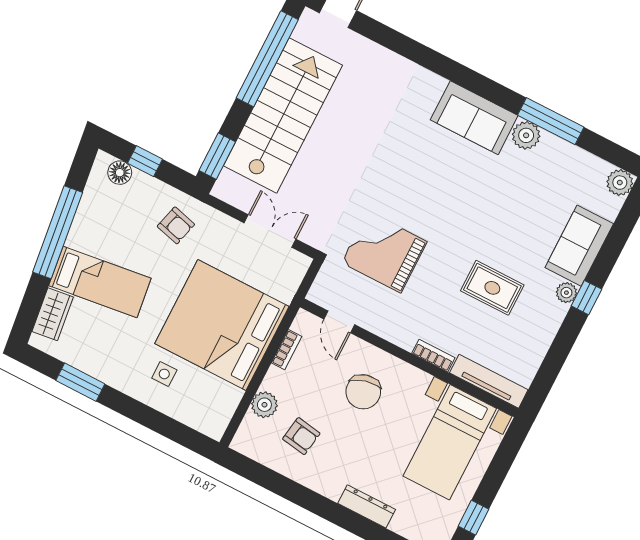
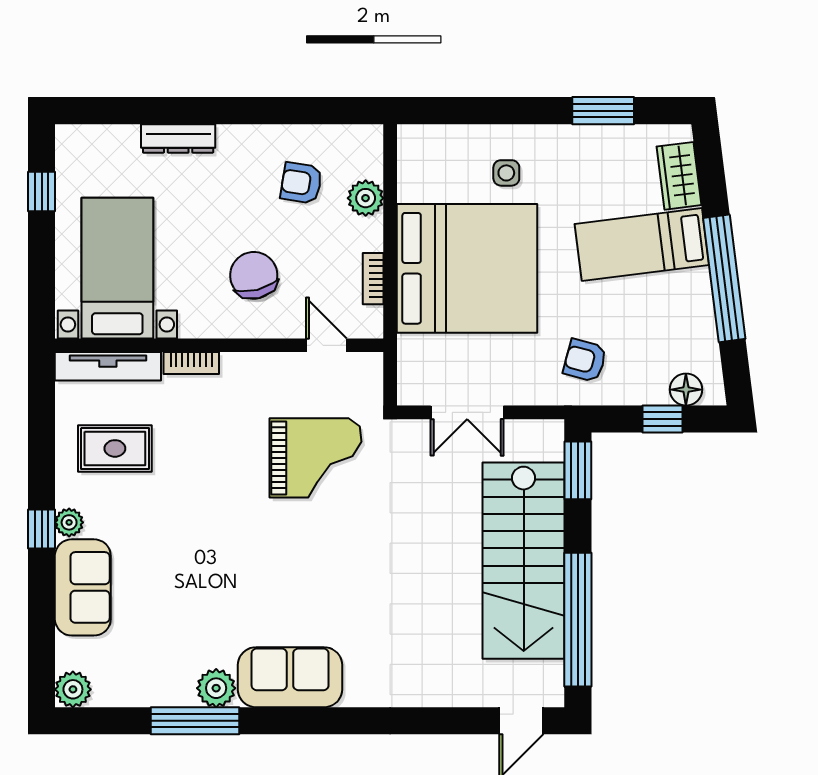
rug: (492, 288) -> (115, 448), moved

